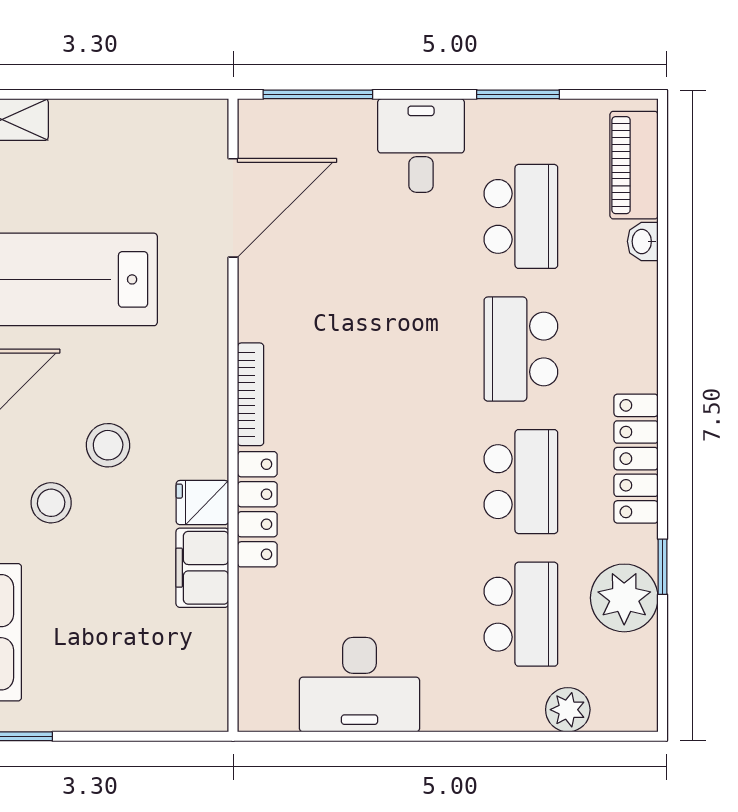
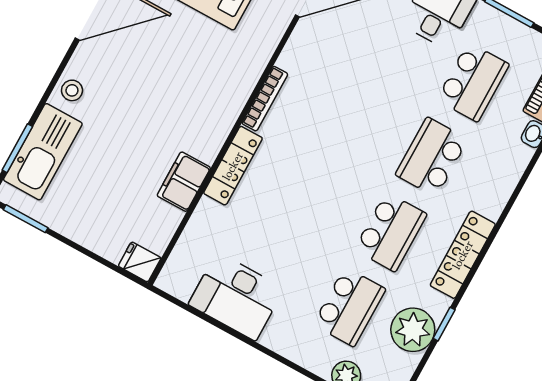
stool: (108, 445) -> (169, 83), removed
stool: (51, 503) -> (118, 98), removed
fridge: (202, 503) -> (140, 262), moved

